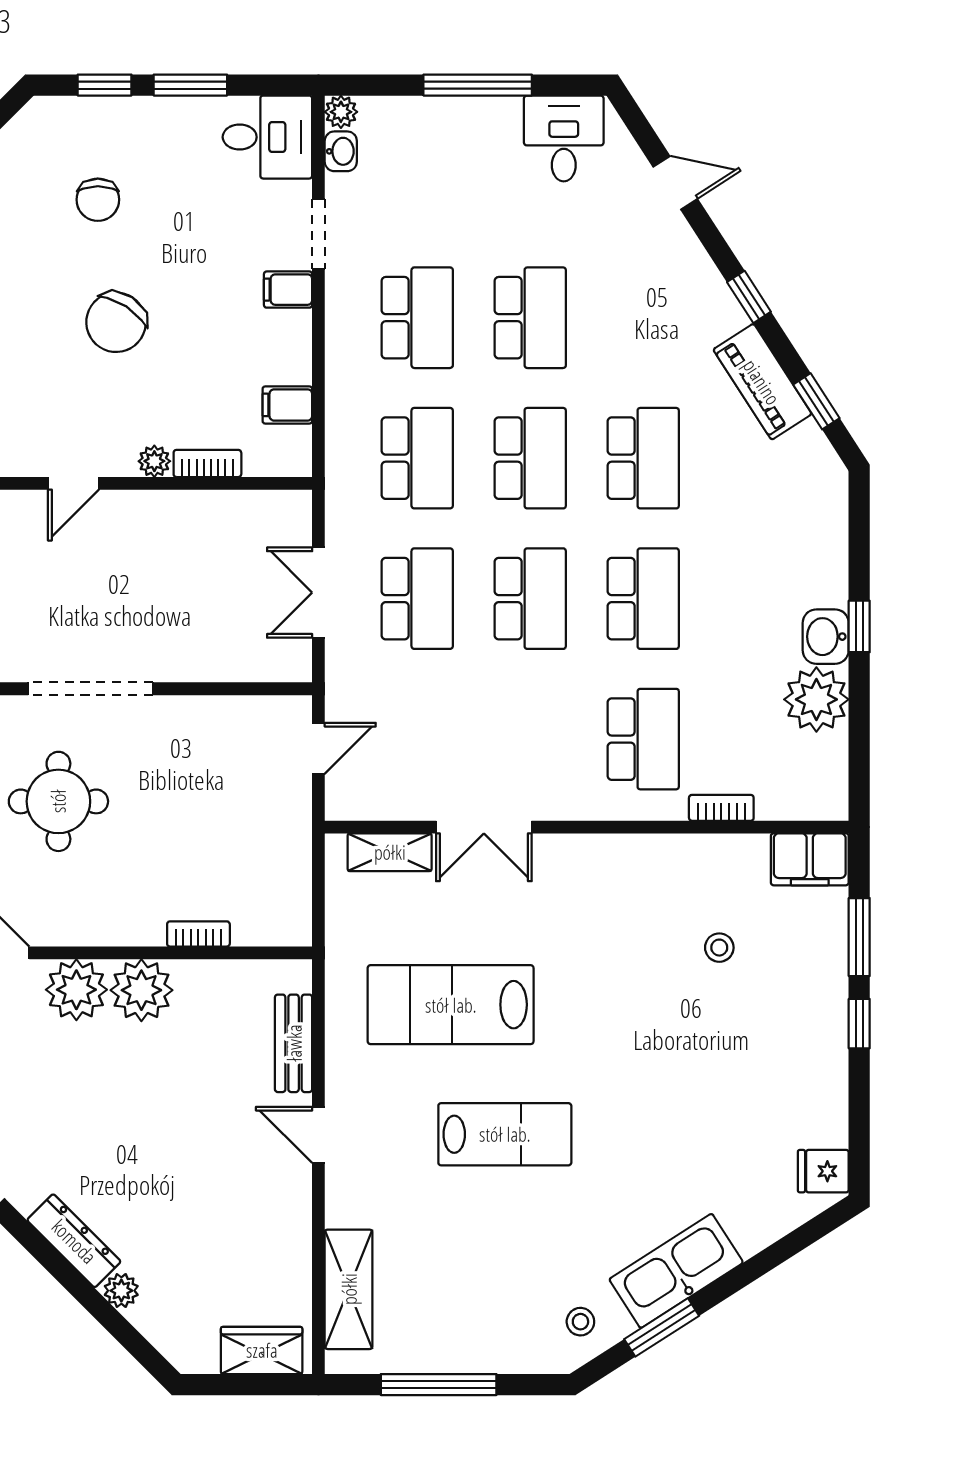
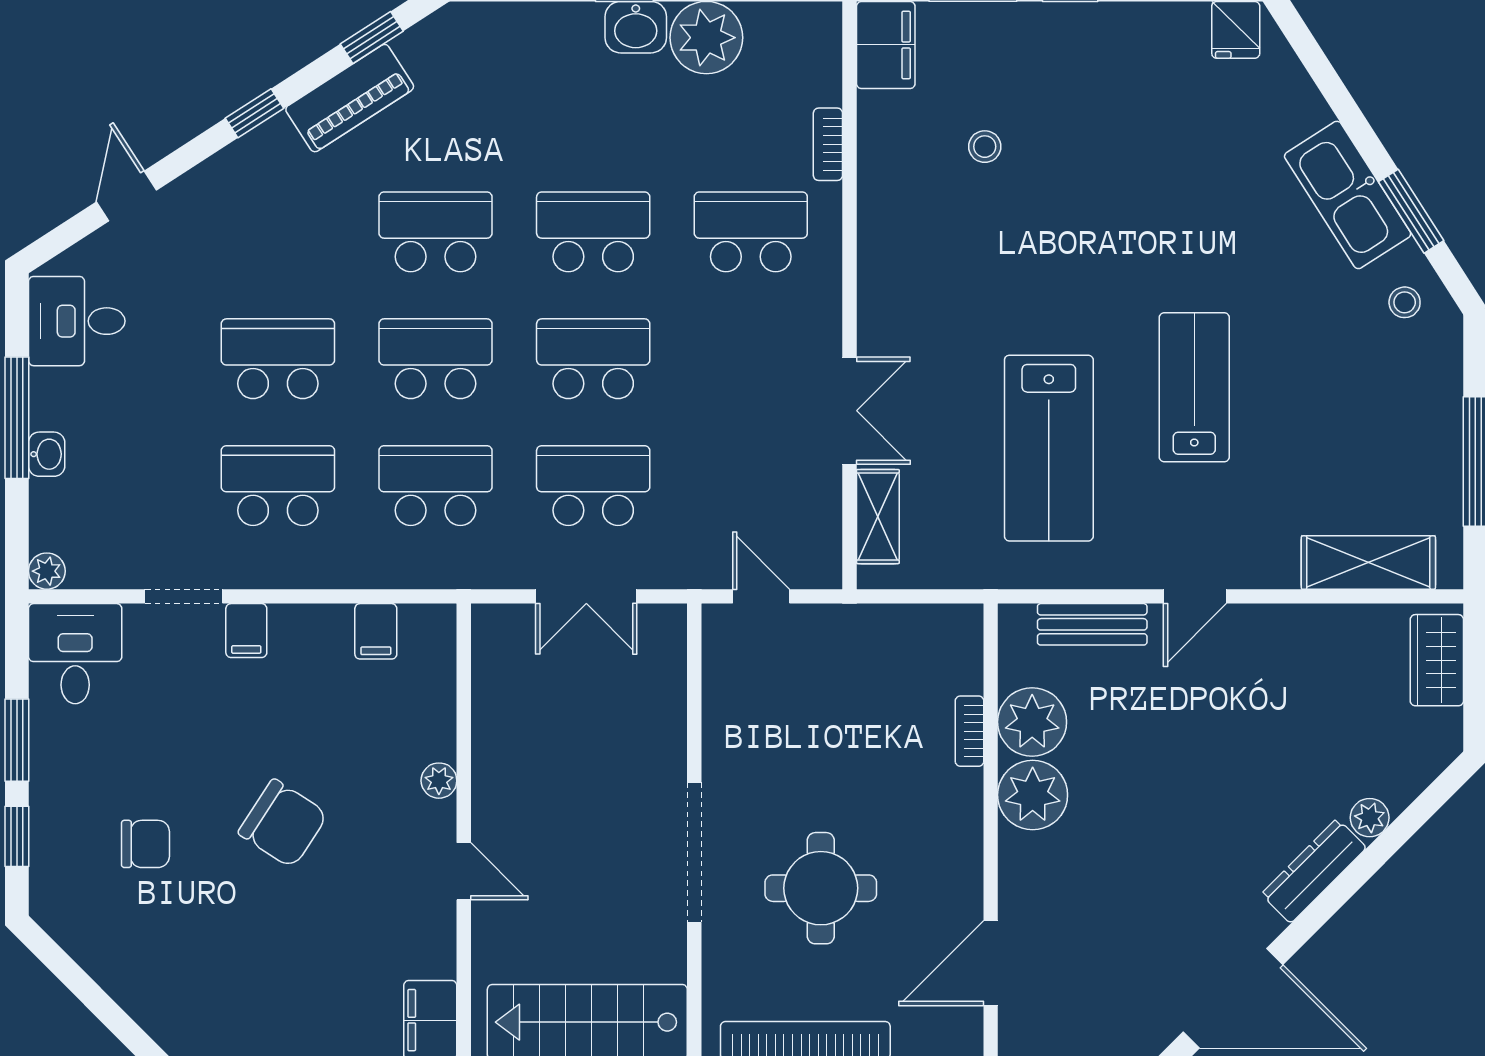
washbasin: (341, 151) -> (47, 454), moved, turned 90
bookcase: (207, 463) -> (441, 721), removed
plant: (76, 990) -> (1032, 722), moved

